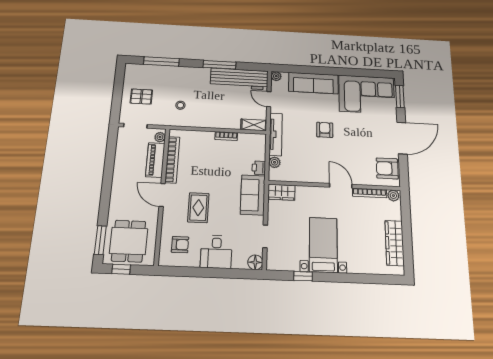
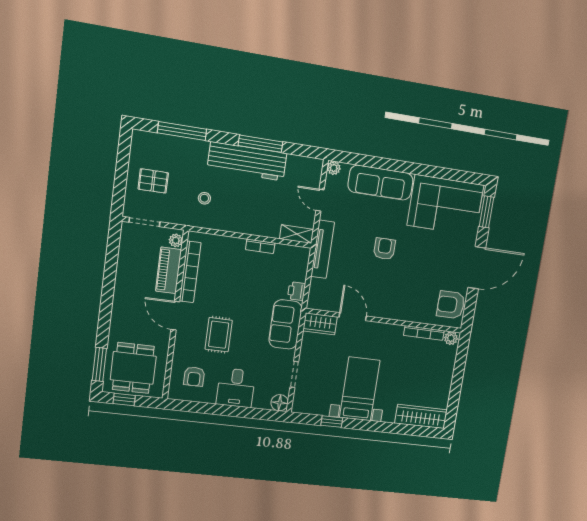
workbench: (239, 79) -> (247, 161), moved
plant: (275, 162) -> (317, 286), removed
door: (341, 186) -> (353, 317), moved
wardrobe: (395, 243) -> (421, 416), moved, turned 90
armchair: (180, 245) -> (194, 377), turned 90

